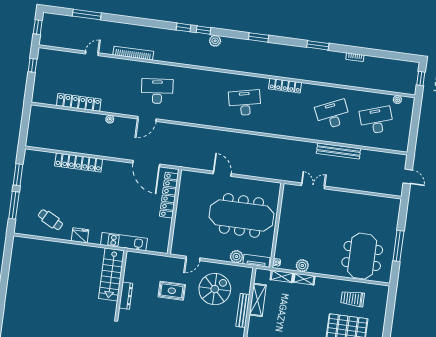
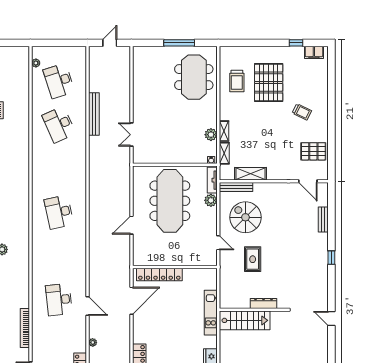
window: (421, 78) -> (12, 43), removed
locker: (285, 86) -> (37, 175), removed
meeting table: (362, 256) -> (194, 77), turned 90
bench: (243, 310) -> (236, 187), moved

